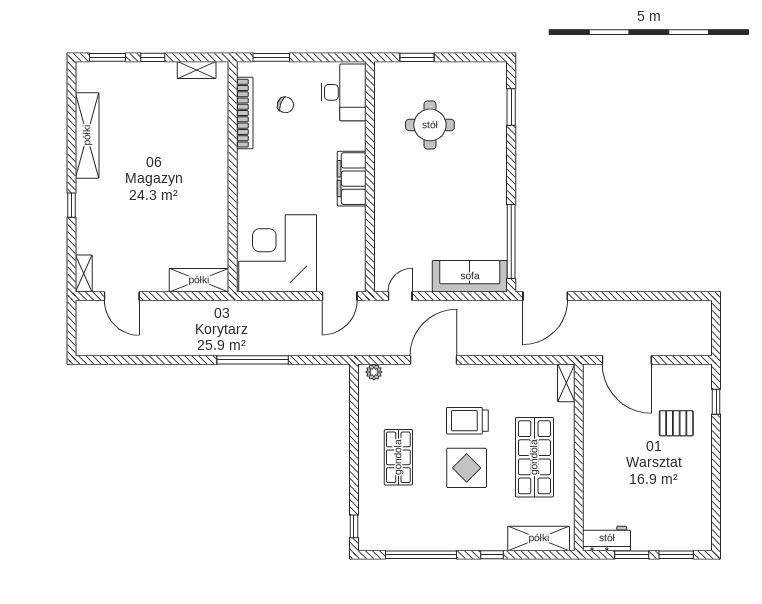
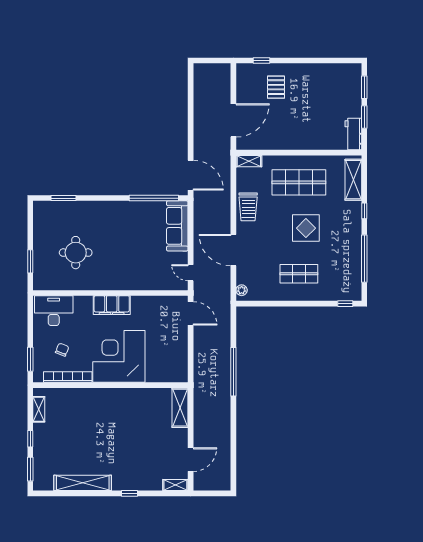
corner desk: (278, 253) -> (119, 356), moved, turned 90
trolley: (467, 421) -> (248, 207), moved

